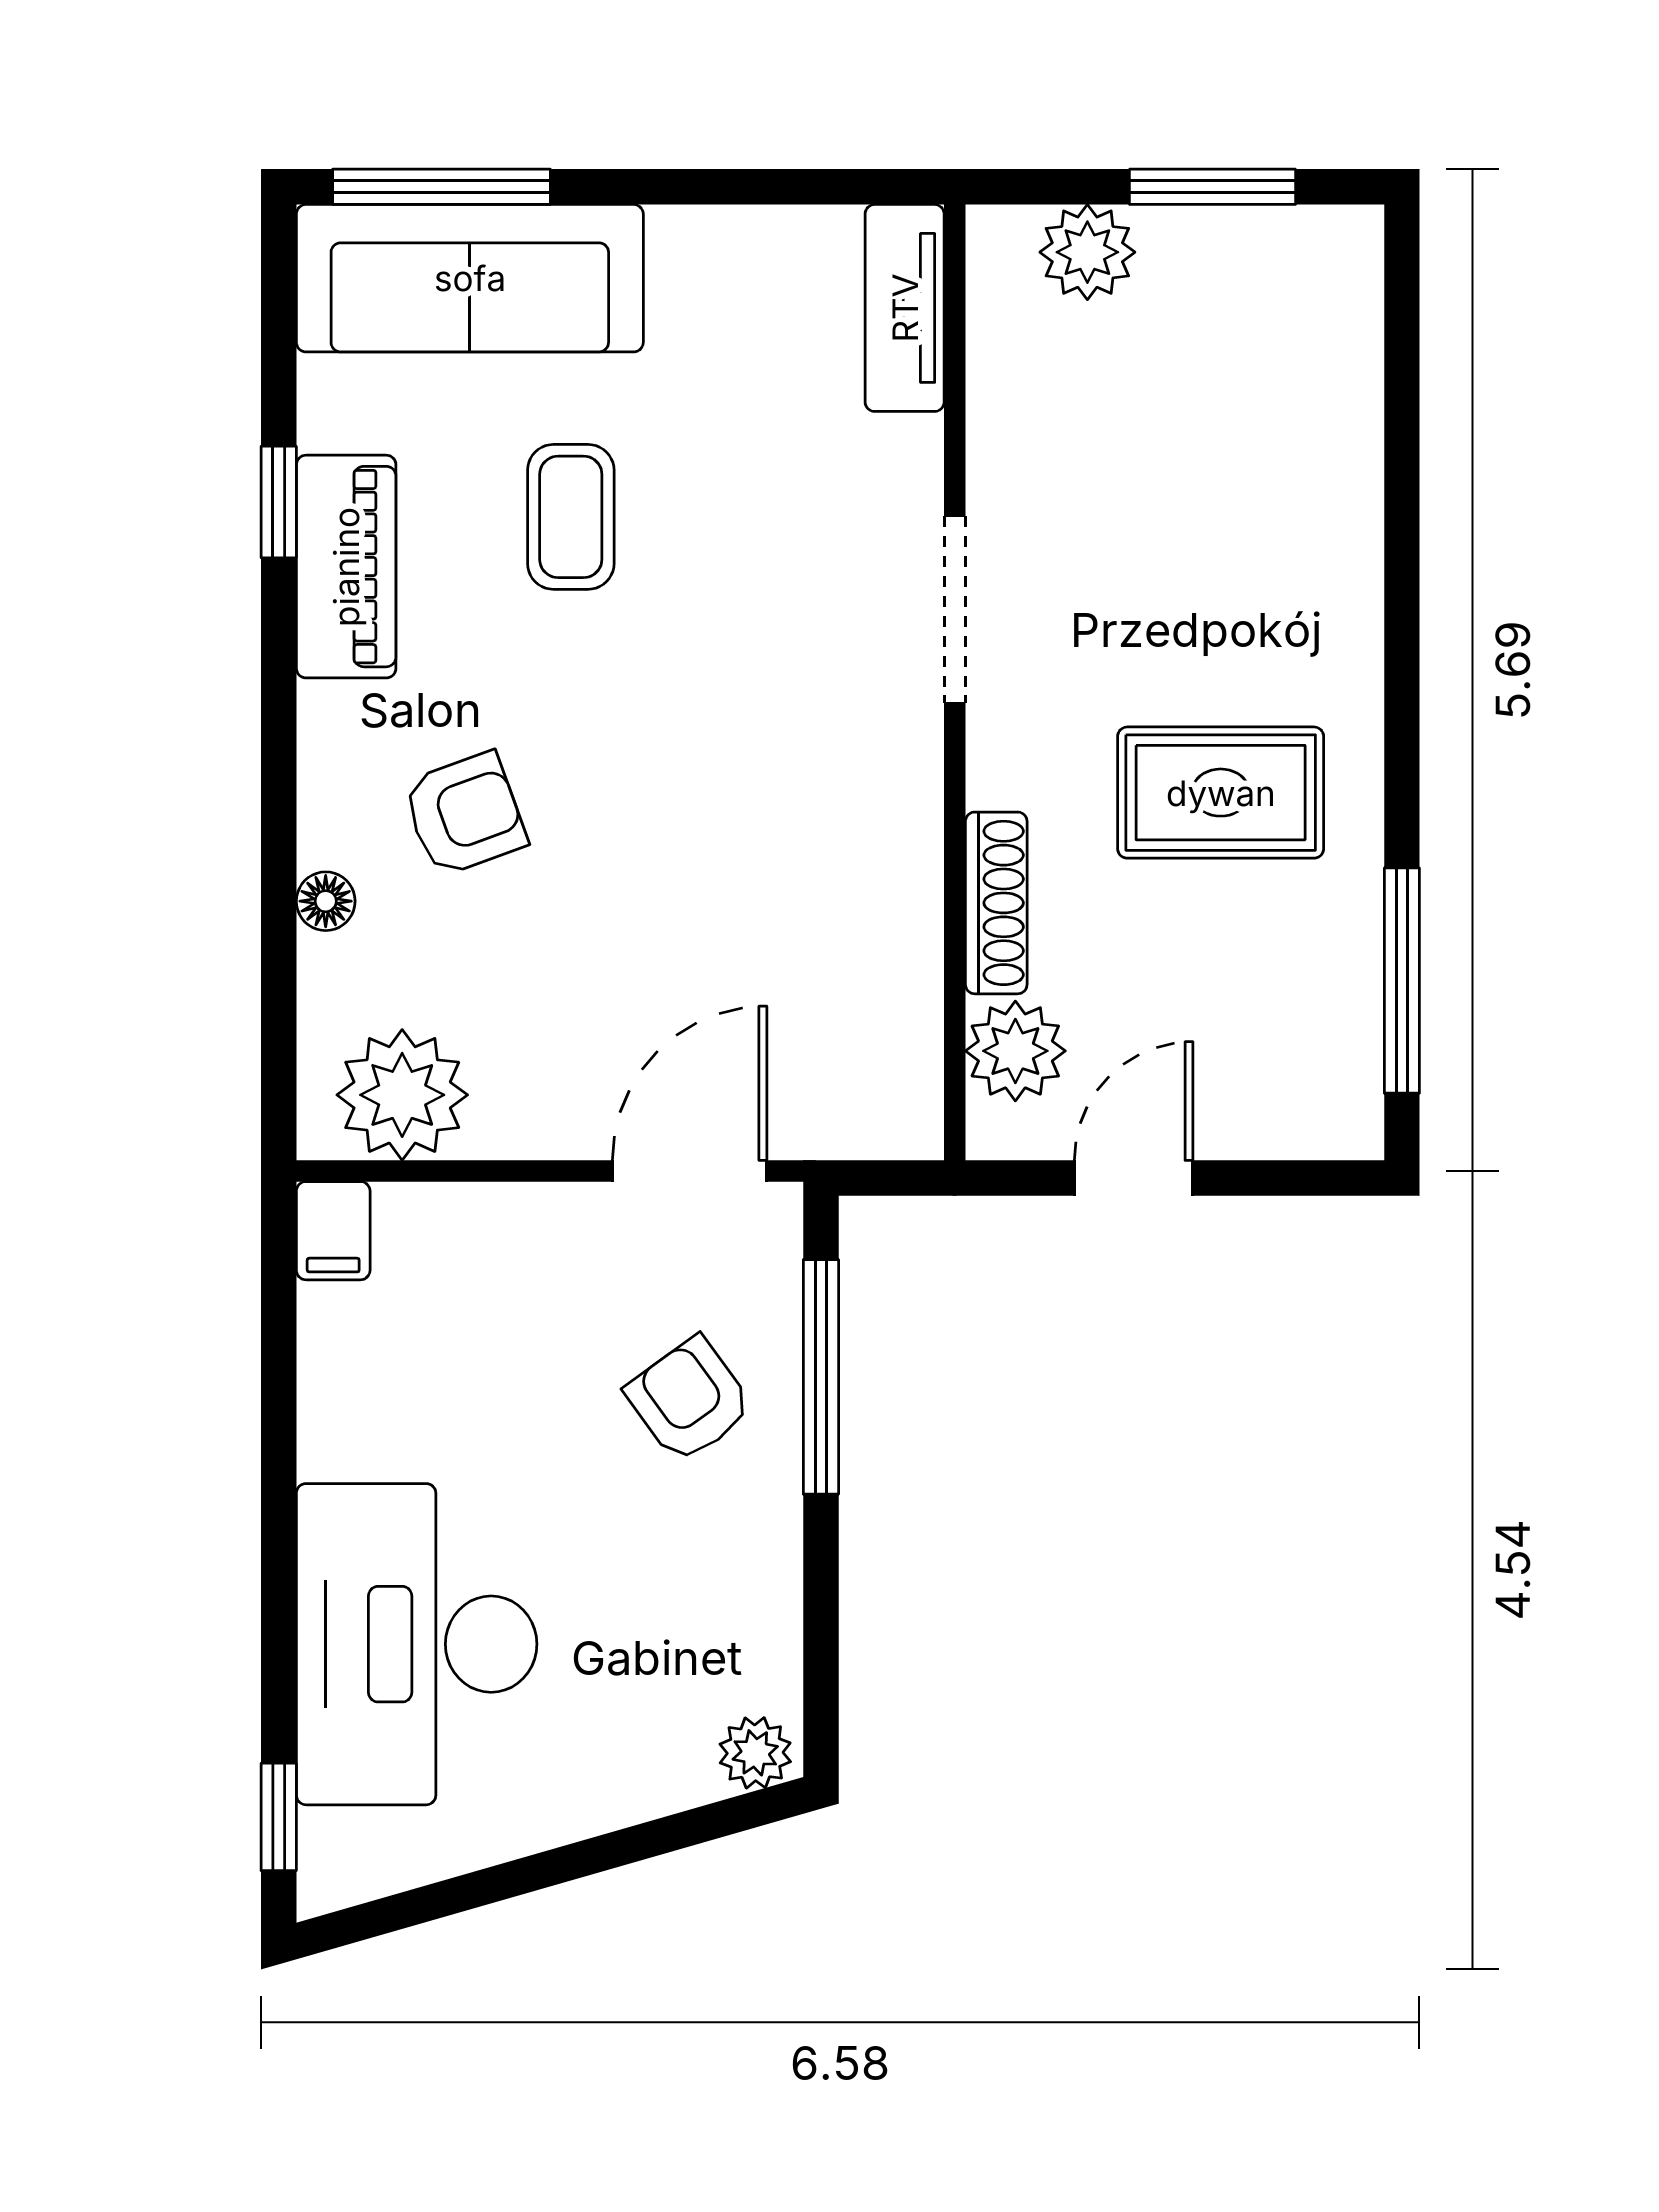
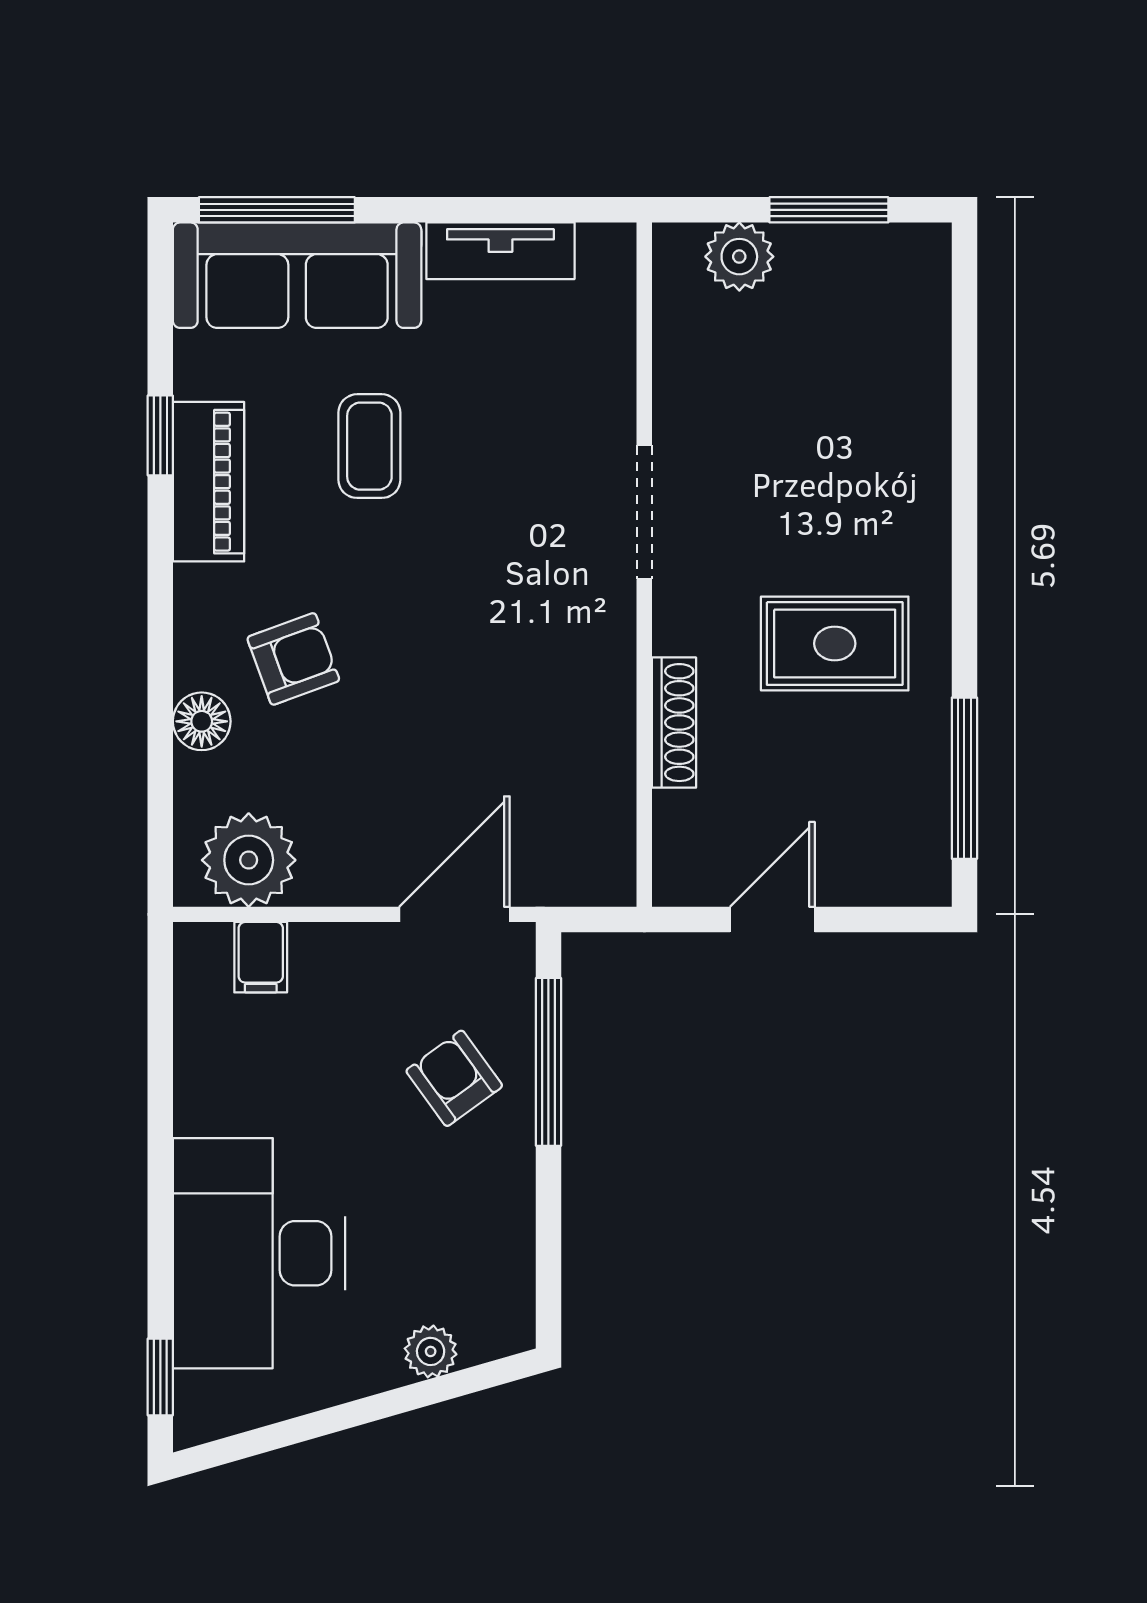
tv unit: (905, 308) -> (500, 251), moved, turned -90
floor lamp: (326, 901) -> (202, 721), width x1.37, depth x1.37
plant: (1015, 1051) -> (688, 829), removed
filing cabinet: (333, 1231) -> (261, 957), moved
plant: (755, 1753) -> (431, 1351), moved

